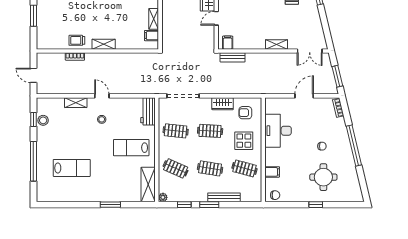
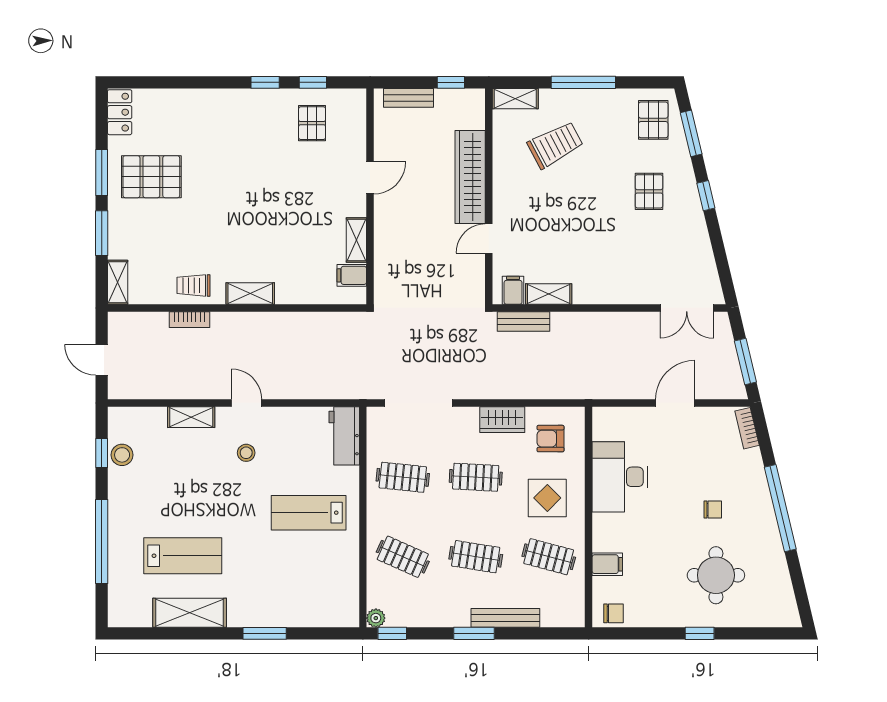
shelving: (41, 39) -> (118, 282), added
shelving: (277, 44) -> (549, 294), moved
shelving: (148, 184) -> (190, 613), moved, turned 90
window: (184, 205) -> (392, 633), moved

